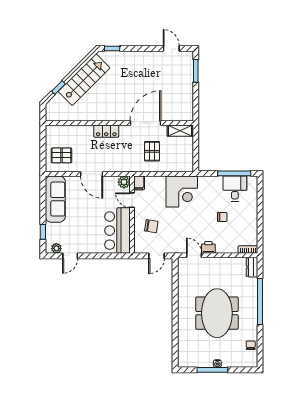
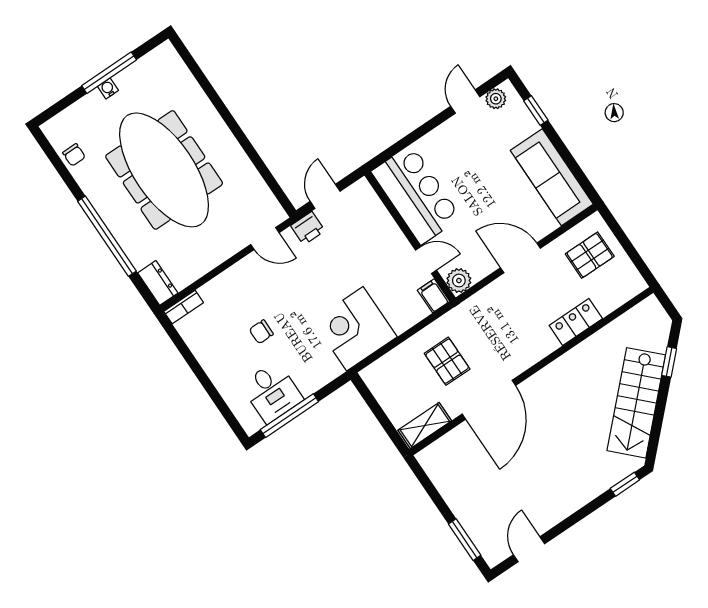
door: (171, 48) -> (529, 549), swing flipped
locker: (106, 131) -> (576, 322), moved
chair: (151, 226) -> (366, 239), removed
printer: (208, 247) -> (308, 228), moved
meeting table: (217, 313) -> (164, 170), width x1.36

